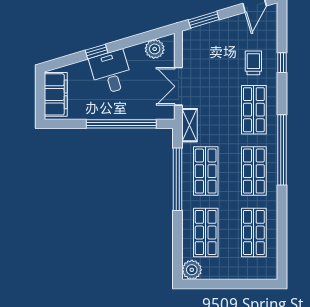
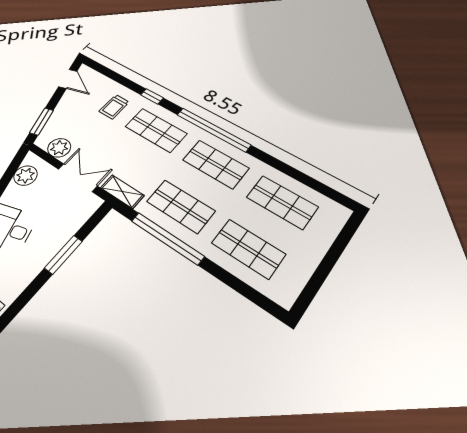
trolley: (253, 63) -> (114, 107), turned -90
window: (282, 63) -> (152, 96), moved
double door: (178, 86) -> (78, 178), swing flipped
window: (121, 124) -> (64, 255), width x0.47
plant: (192, 270) -> (59, 148), moved

